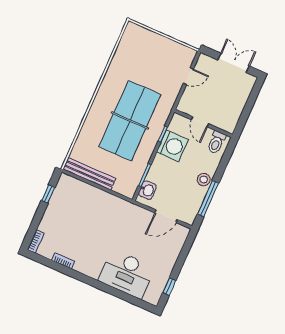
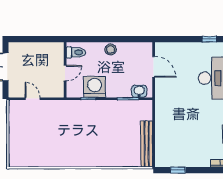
table tennis table: (130, 121) -> (89, 130), removed
window: (208, 199) -> (124, 39), removed

